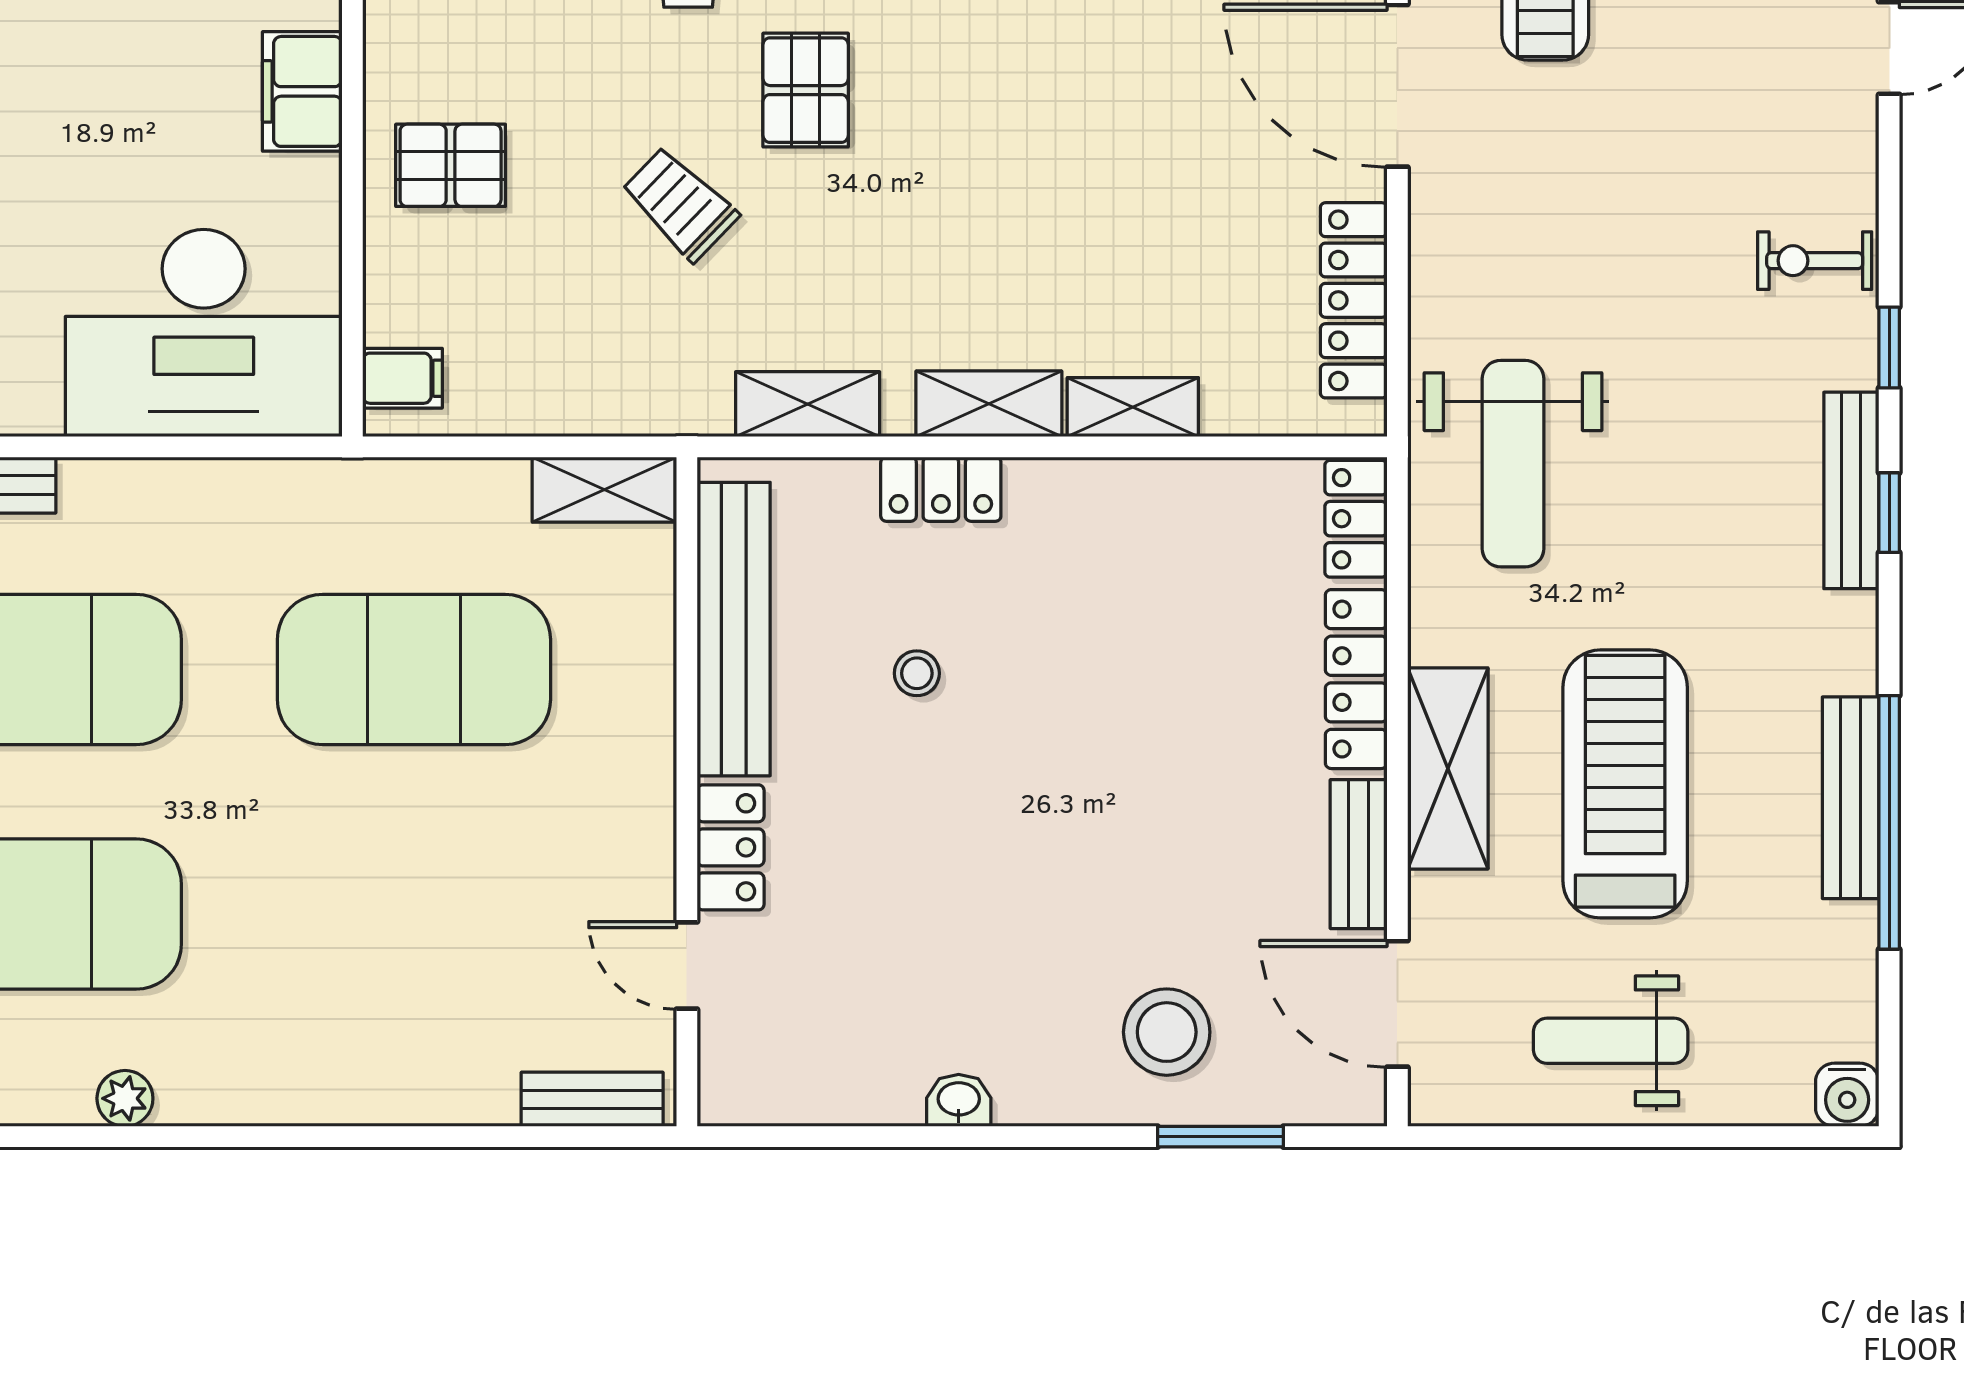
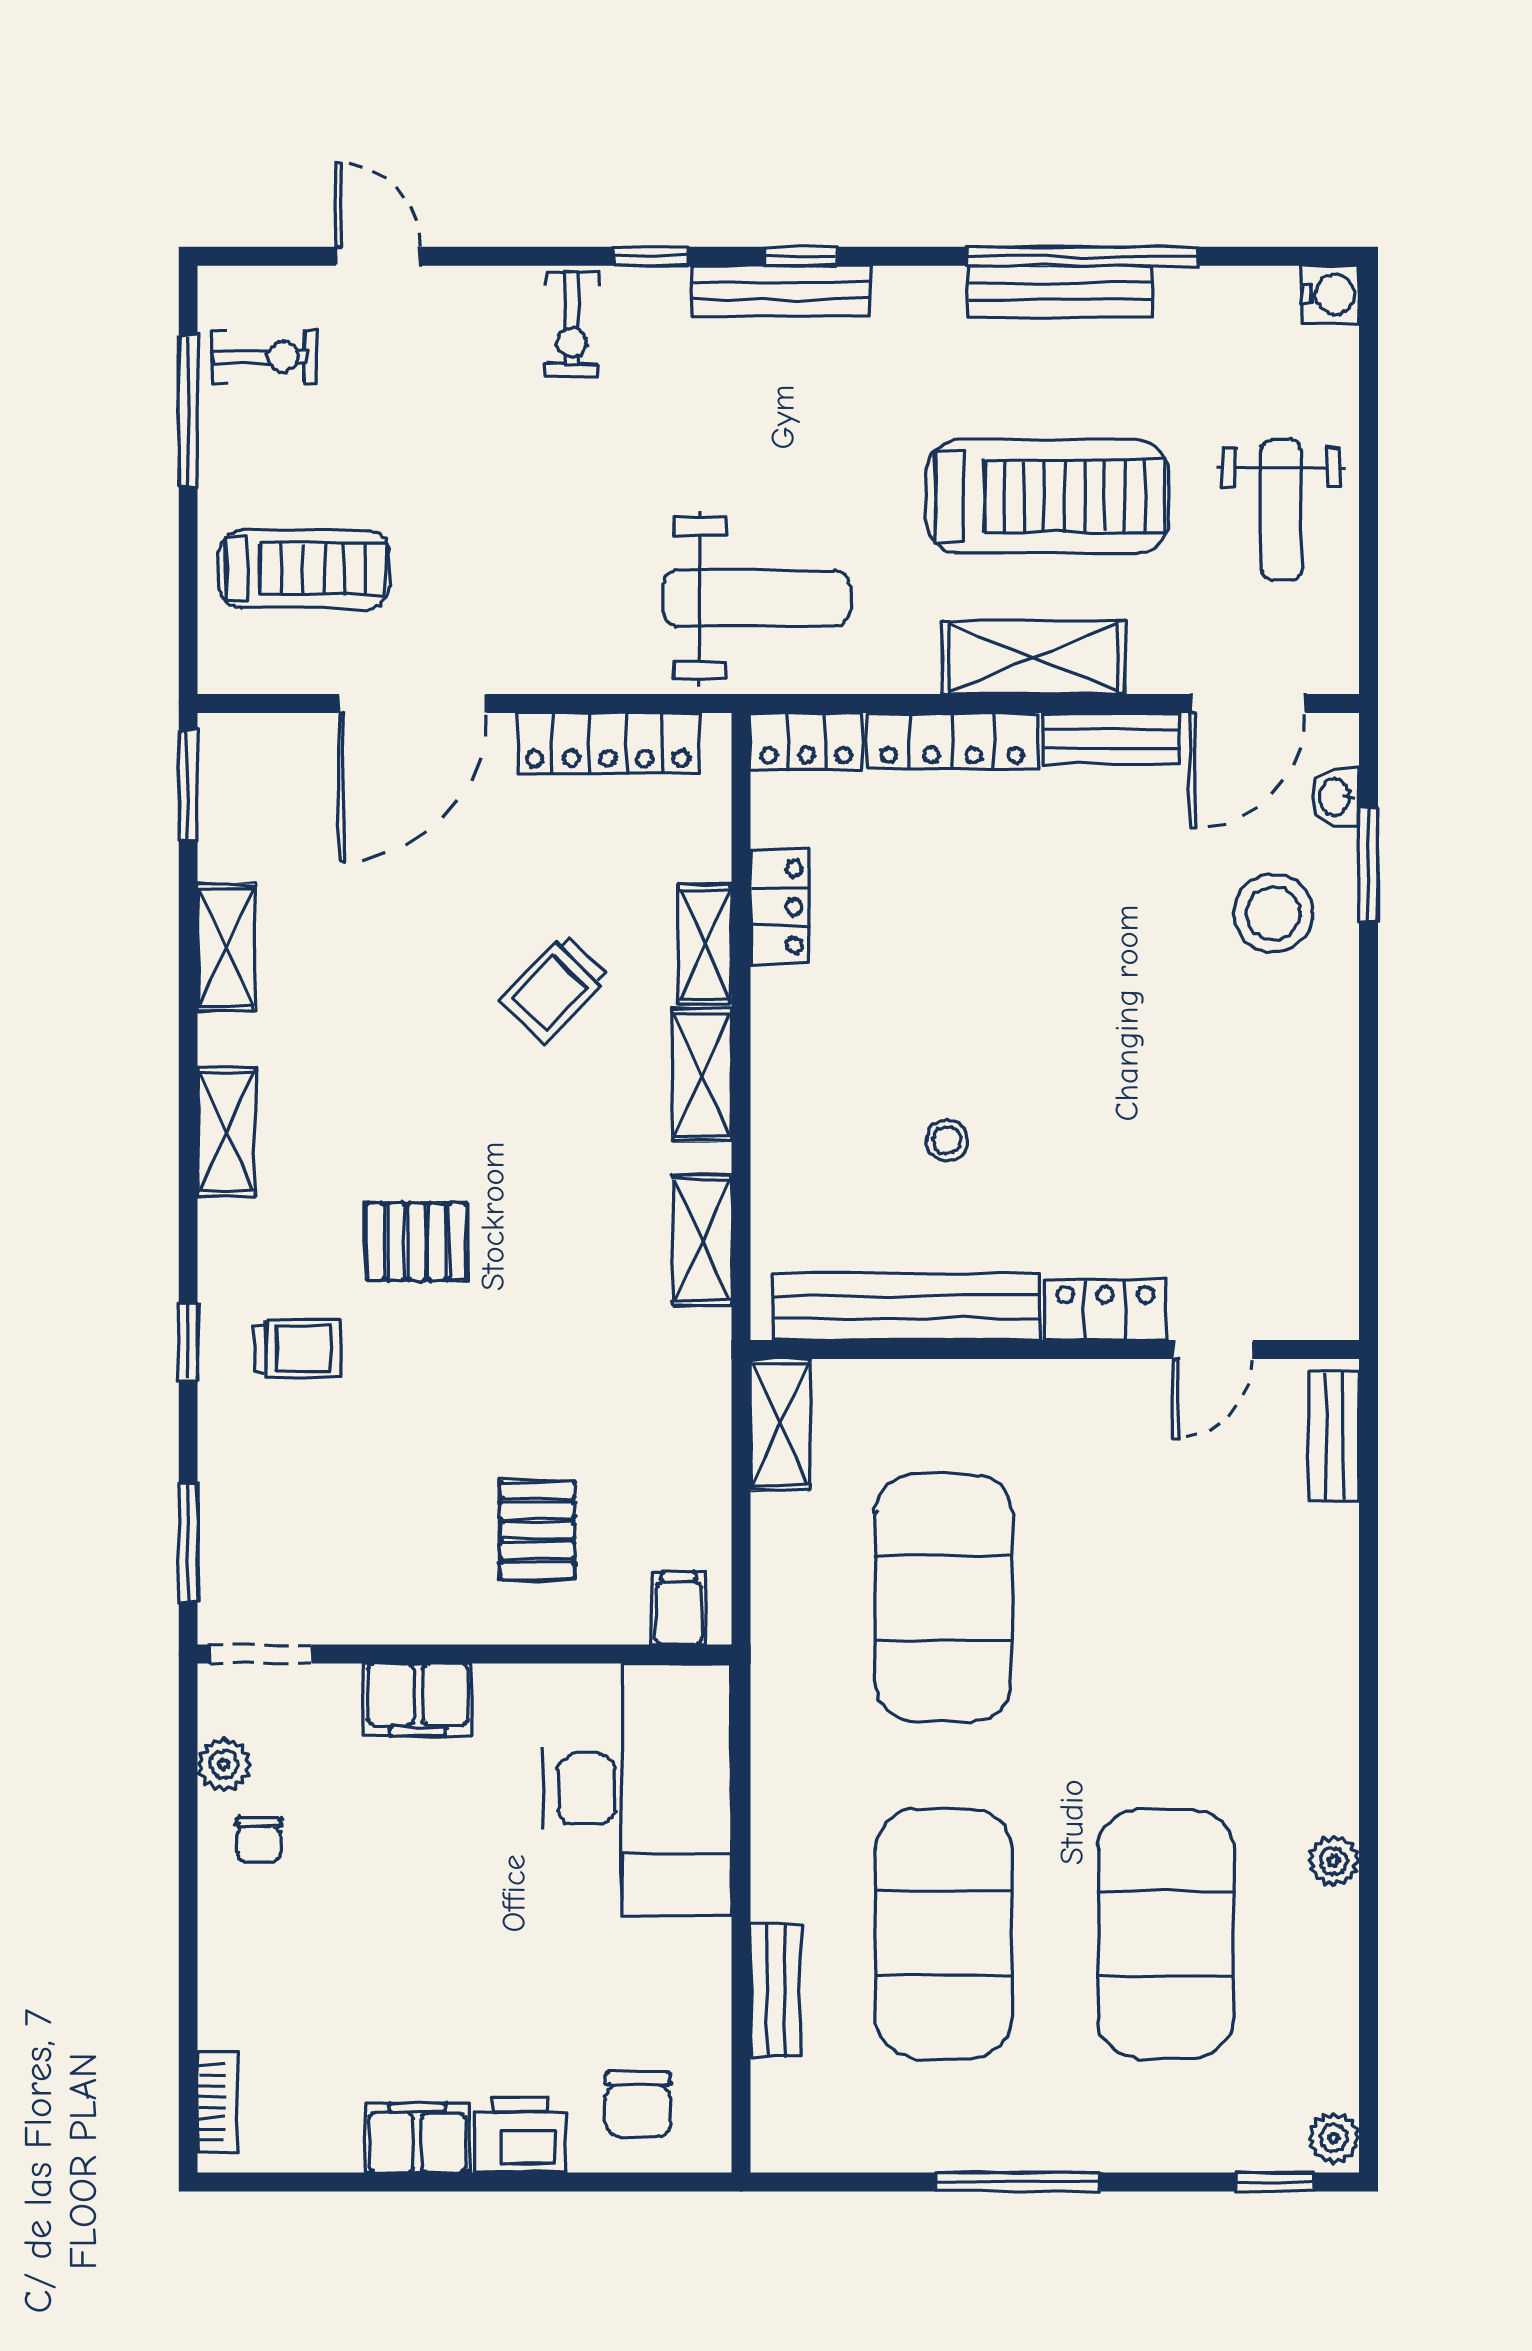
pallet: (451, 165) -> (537, 1530), moved
trolley: (680, 204) -> (555, 989), moved
locker: (941, 489) -> (780, 907), moved
treadmill: (1625, 784) -> (1048, 496), turned 180
washbasin: (959, 1100) -> (1335, 797), moved

